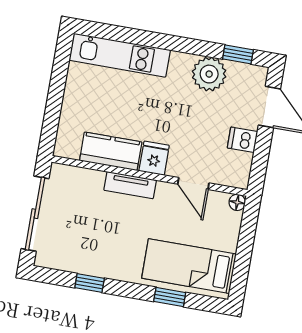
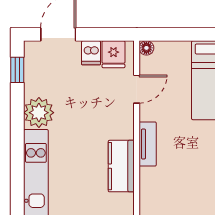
plant: (209, 74) -> (39, 113), moved
fridge: (154, 158) -> (113, 54), moved, turned -90

